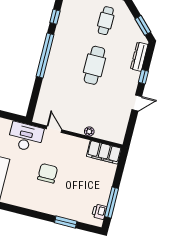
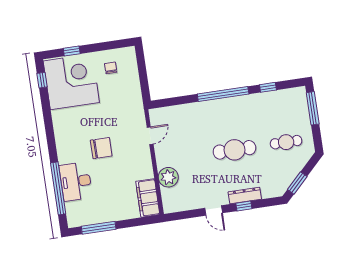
dresser: (139, 57) -> (245, 196), moved
plant: (89, 131) -> (168, 177), width x1.88, depth x1.88
desk: (26, 137) -> (76, 181), moved, turned 180
printer: (99, 212) -> (84, 219), removed
window: (66, 222) -> (58, 188), width x2.11

